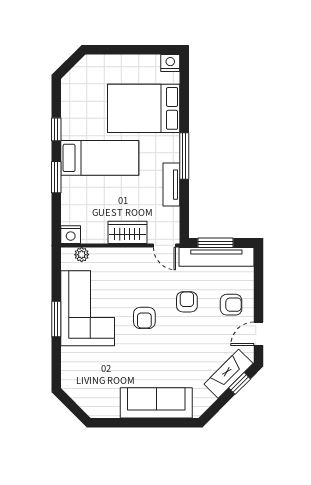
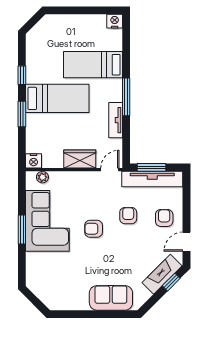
bed: (144, 108) -> (93, 65), width x0.67
door: (164, 245) -> (110, 170), swing flipped
armchair: (231, 305) -> (164, 218), turned -90
armchair: (144, 318) -> (94, 229), turned 90
sofa: (156, 403) -> (111, 298), width x0.73

